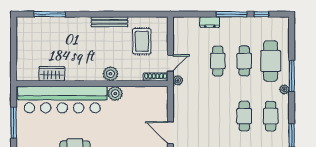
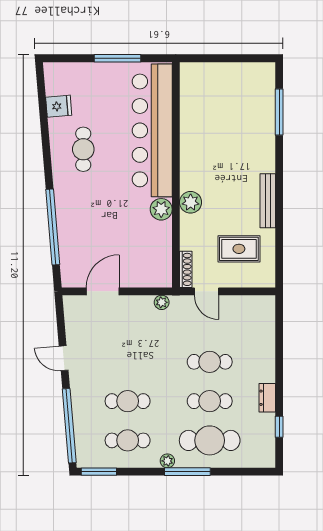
window: (232, 14) -> (279, 382), removed
dresser: (210, 22) -> (267, 398), moved
wardrobe: (52, 74) -> (191, 115), removed
plant: (178, 80) -> (162, 302), moved

